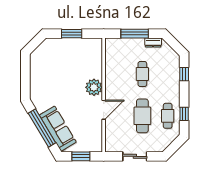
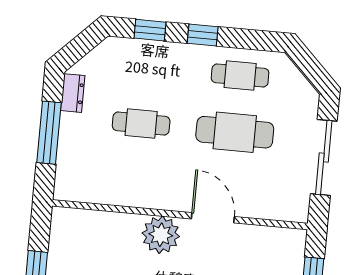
window: (184, 114) -> (203, 35), moved
sliding door: (135, 156) -> (324, 158), width x1.37

